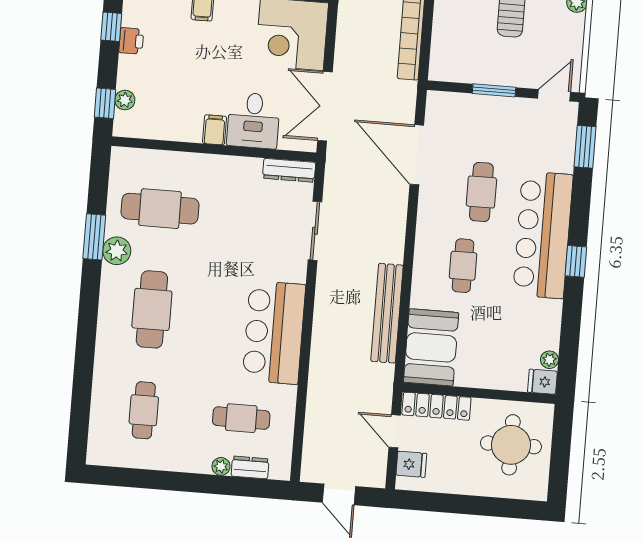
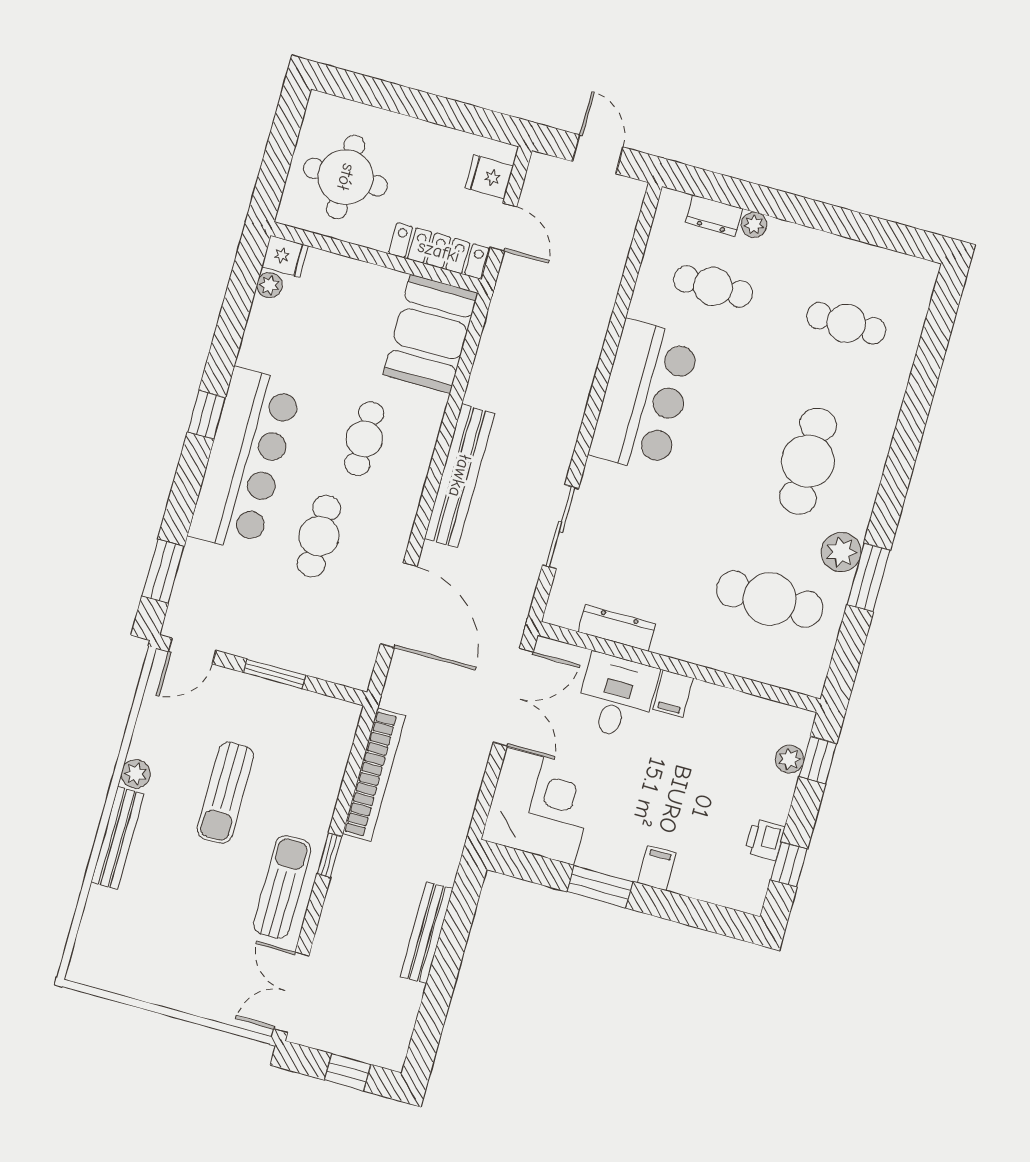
dresser: (289, 170) -> (617, 628), moved
bench: (387, 313) -> (460, 476), moved
cafe table: (144, 410) -> (846, 323), turned 90

